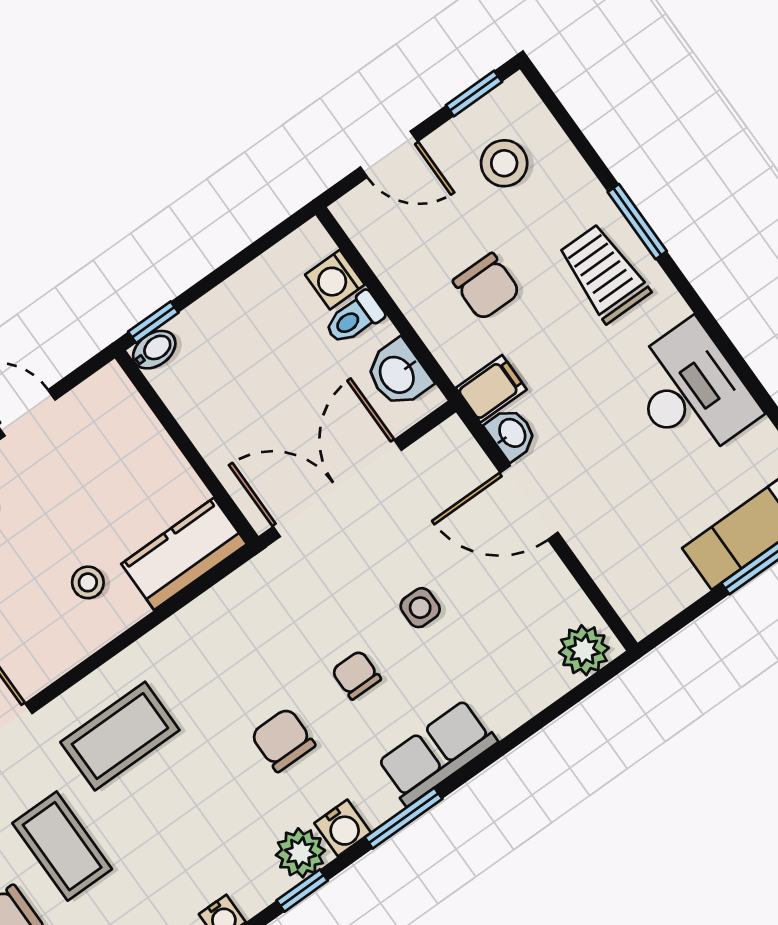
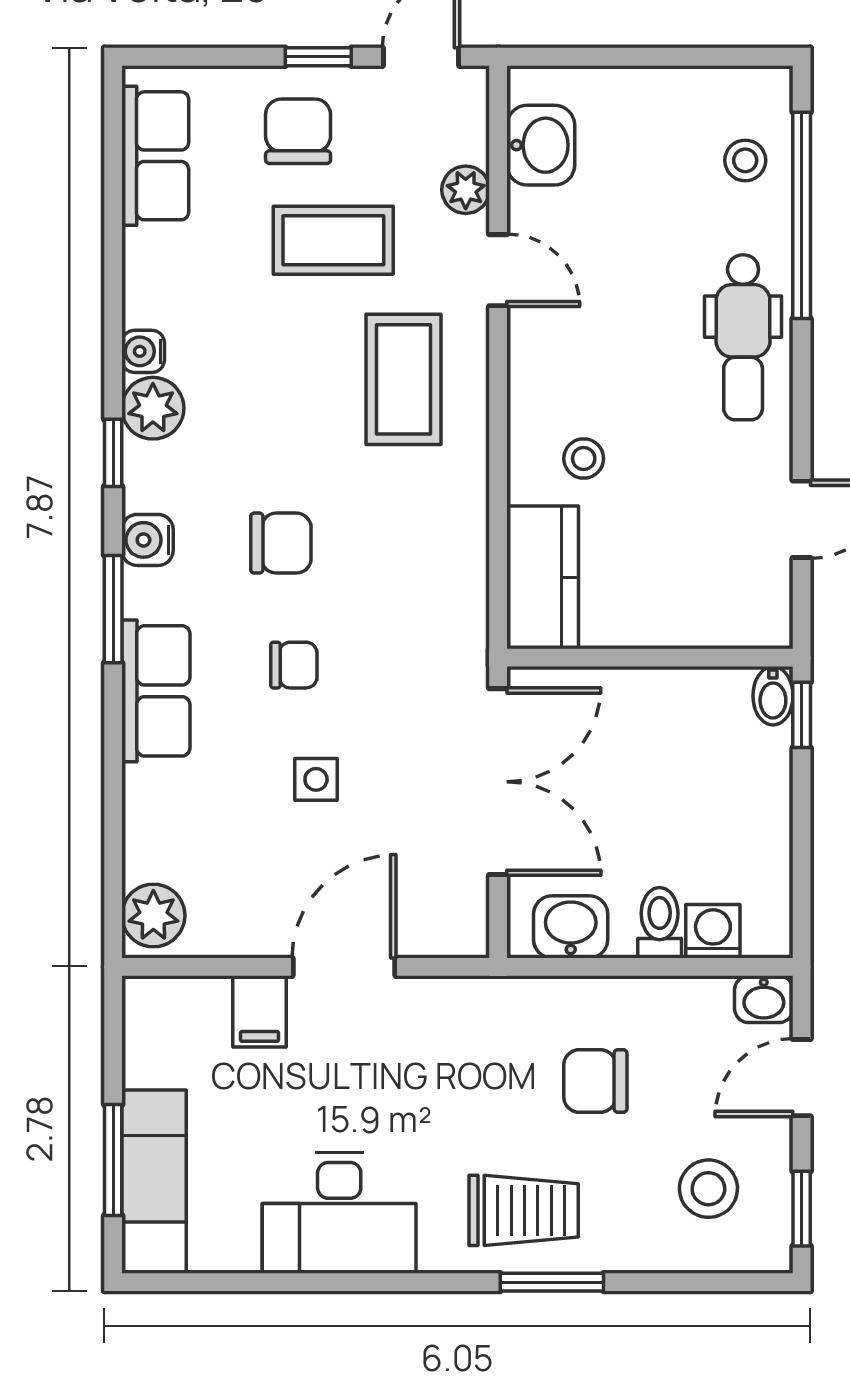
filing cabinet: (491, 389) -> (260, 1011), moved
washbasin: (511, 434) -> (764, 999), moved
plant: (300, 853) -> (153, 408), moved

